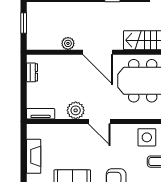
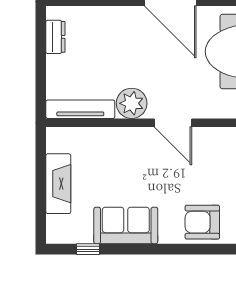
tv unit: (41, 114) -> (80, 109), width x1.41

